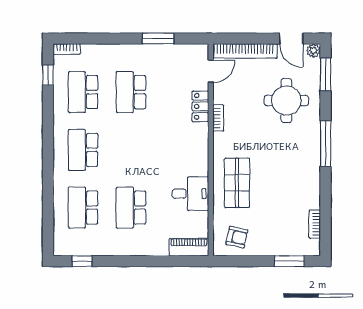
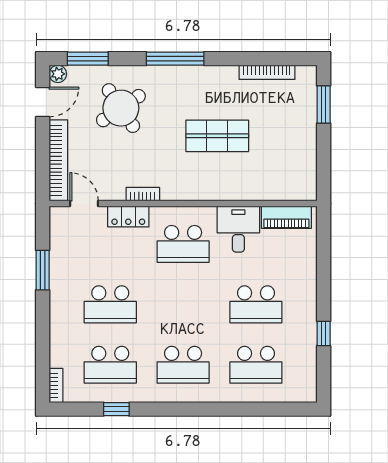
window: (48, 75) -> (116, 409), moved
round table: (286, 101) -> (121, 108), turned -34
school desk: (179, 150) -> (183, 244), added
shop shelf: (237, 183) -> (217, 136), moved
bookcase: (315, 224) -> (267, 72), width x1.56
armchair: (237, 237) -> (293, 171), removed
piano: (189, 247) -> (286, 217), moved, turned -90
window: (82, 261) -> (324, 333), moved

